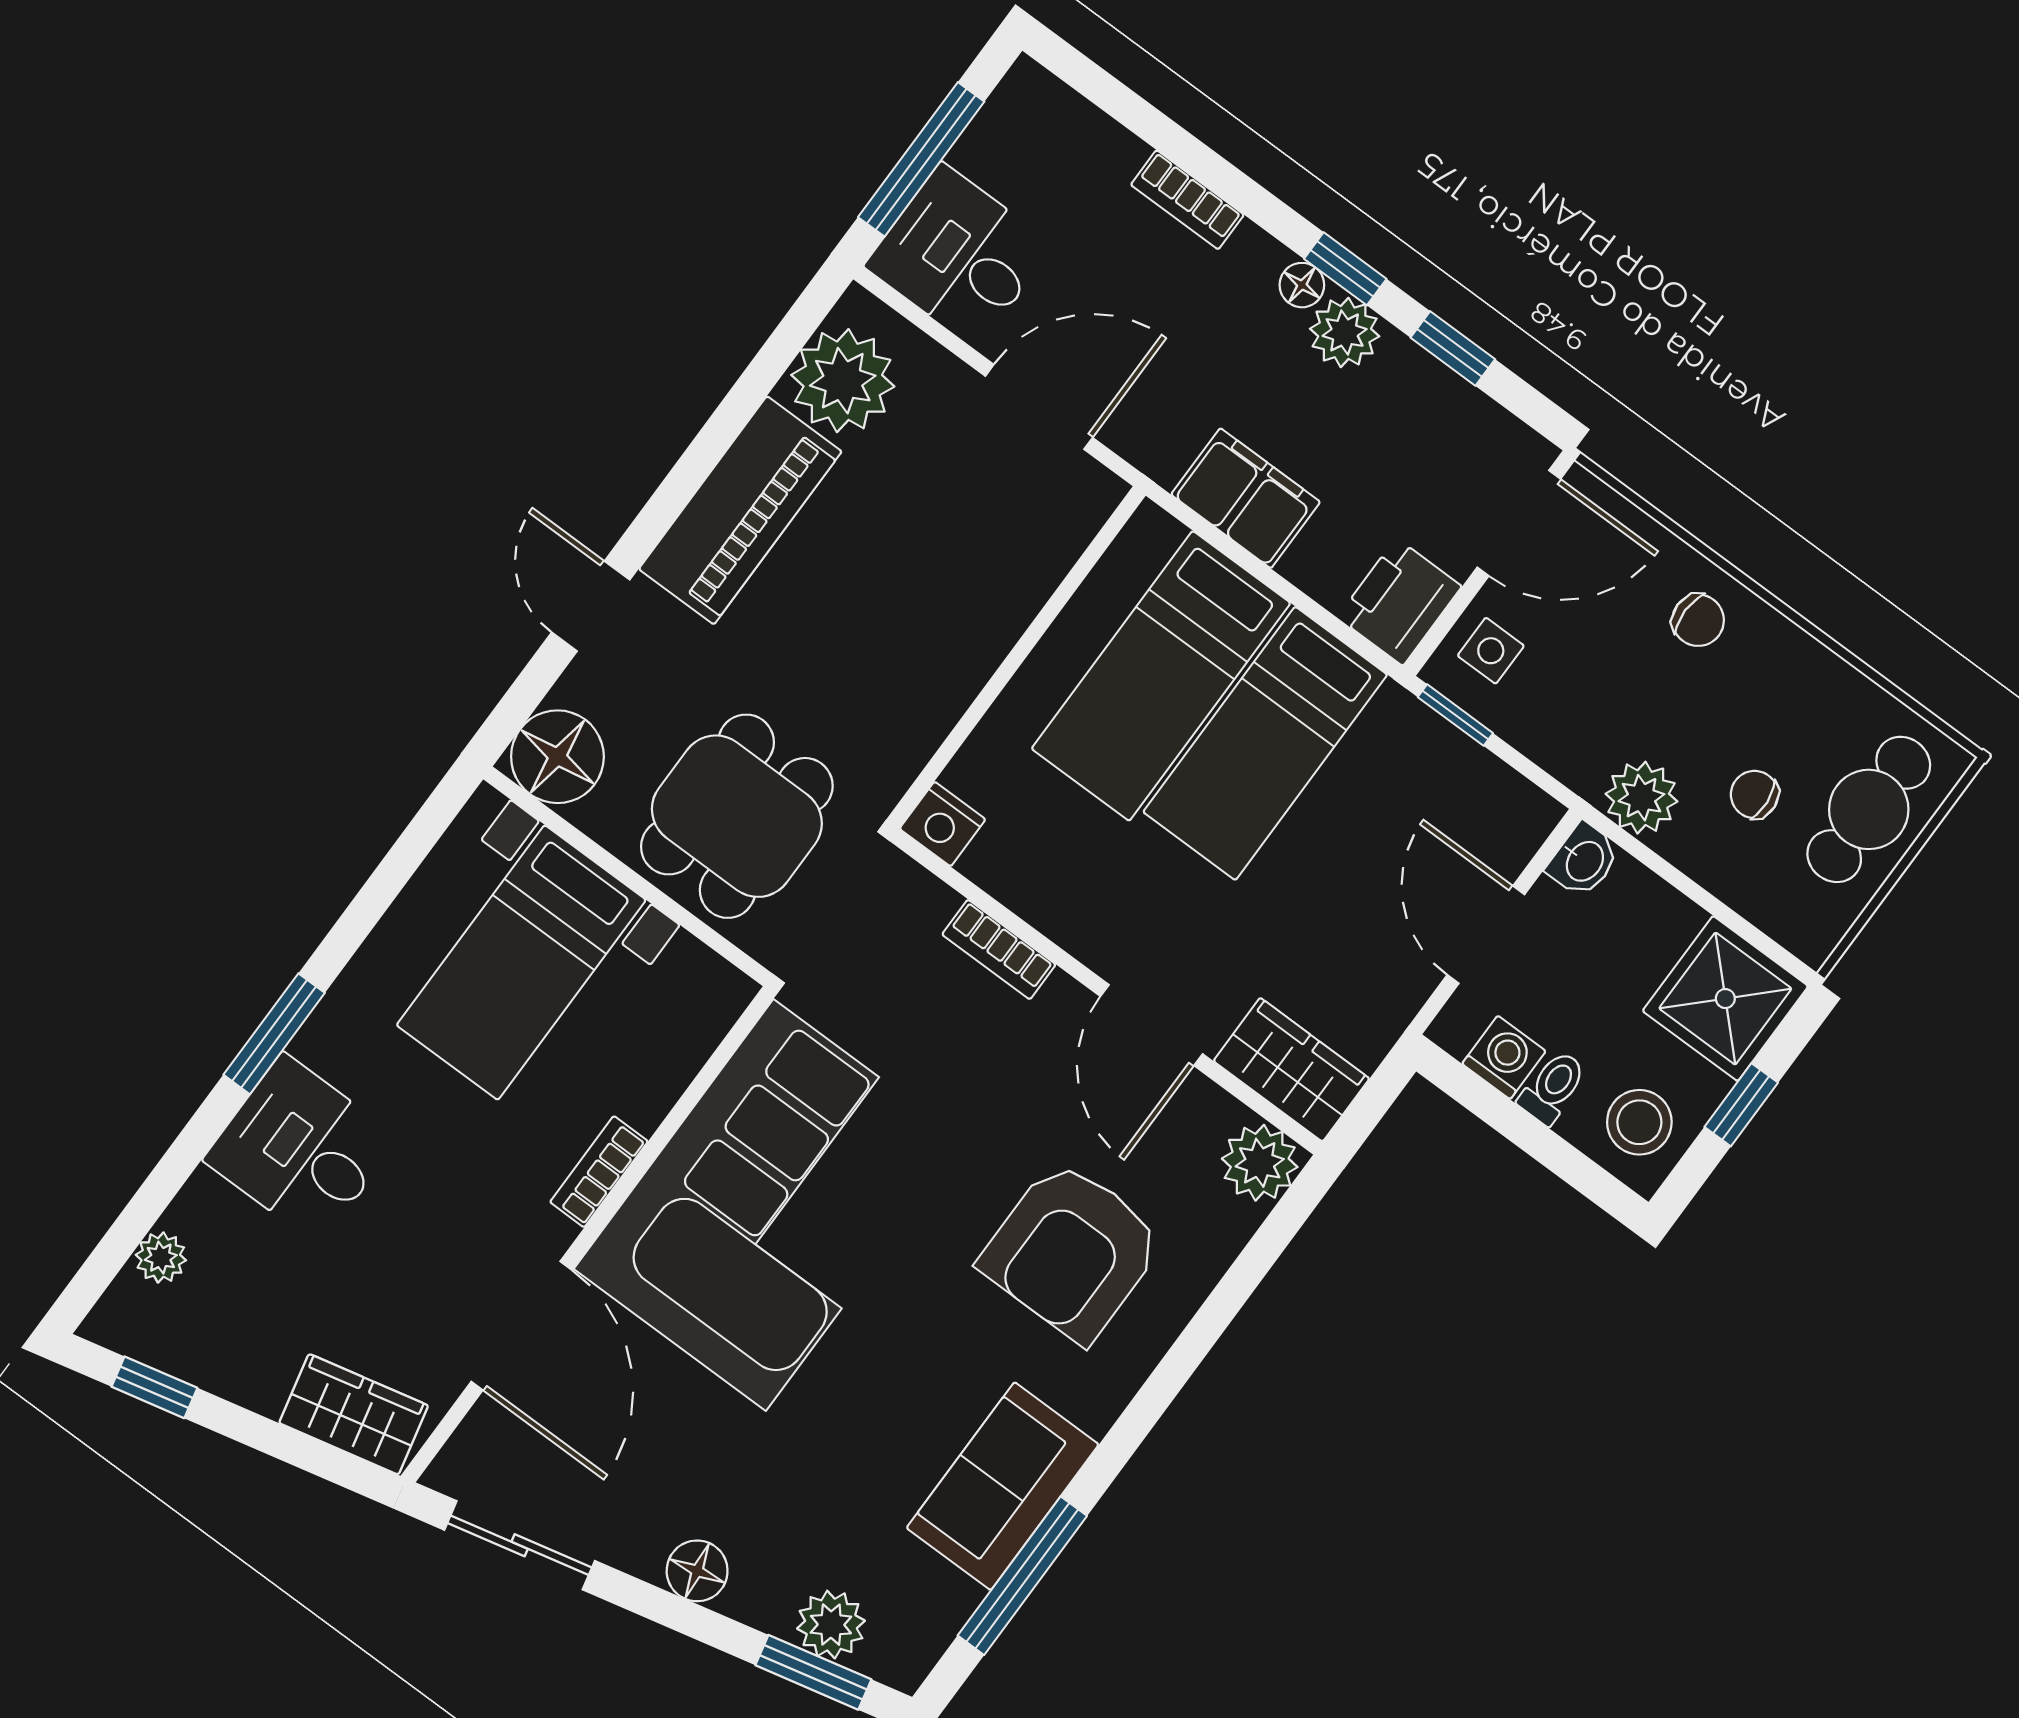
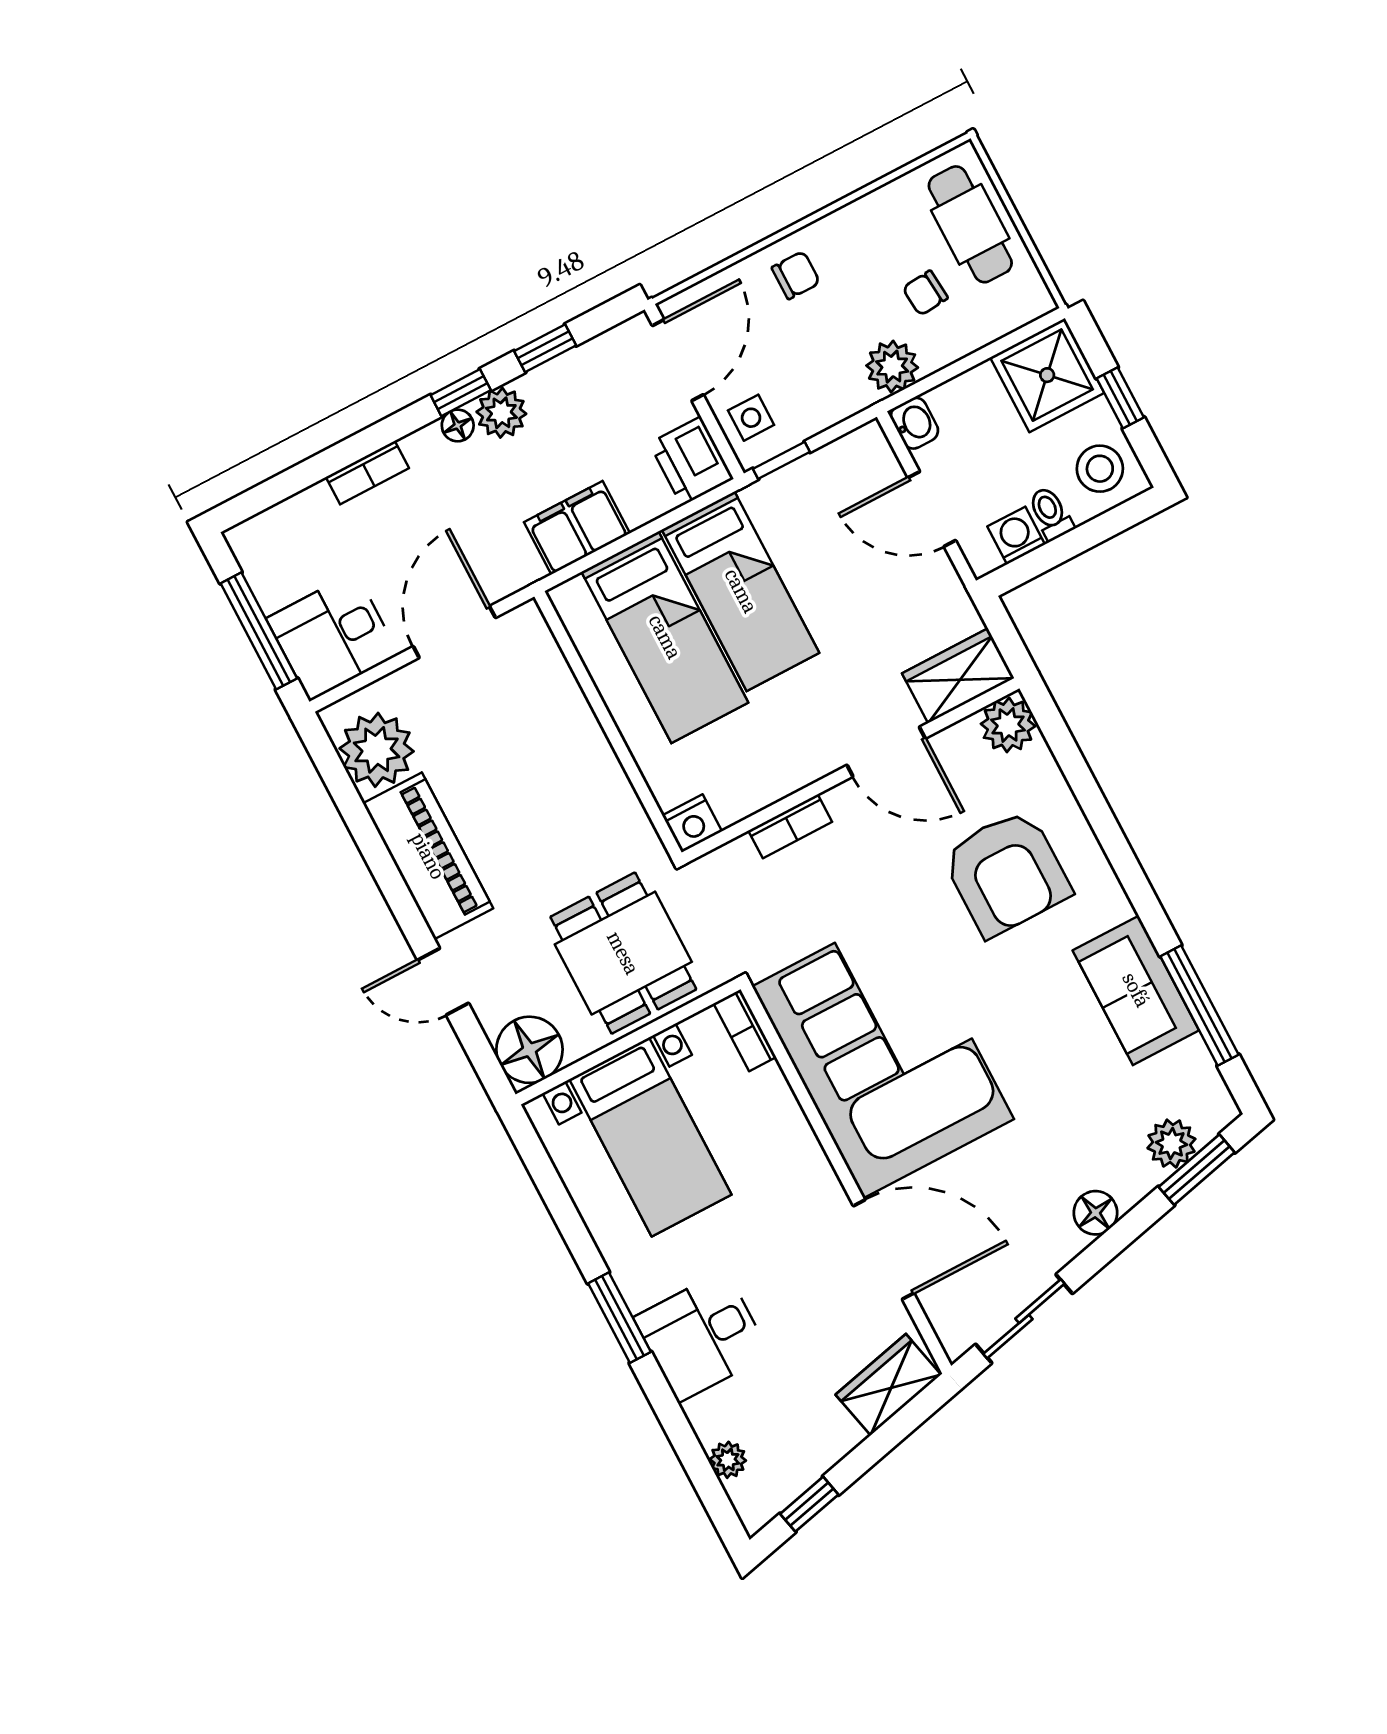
bookcase: (599, 1172) -> (745, 1030), moved

